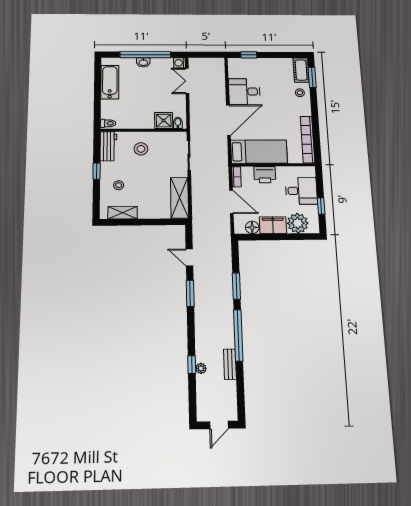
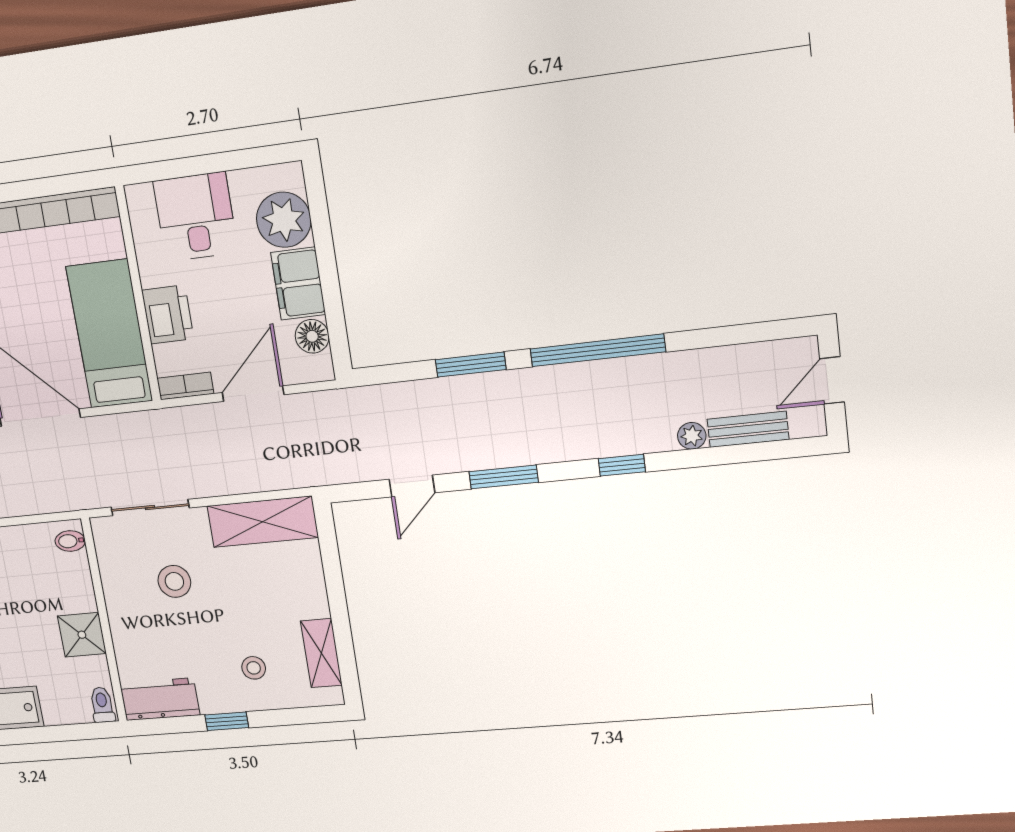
shower: (164, 121) -> (82, 635), moved
stool: (141, 149) -> (174, 581), moved
window: (321, 206) -> (228, 161), removed
bench: (230, 364) -> (748, 429), moved
window: (192, 365) -> (622, 465), moved
door: (219, 425) -> (832, 380), swing flipped

